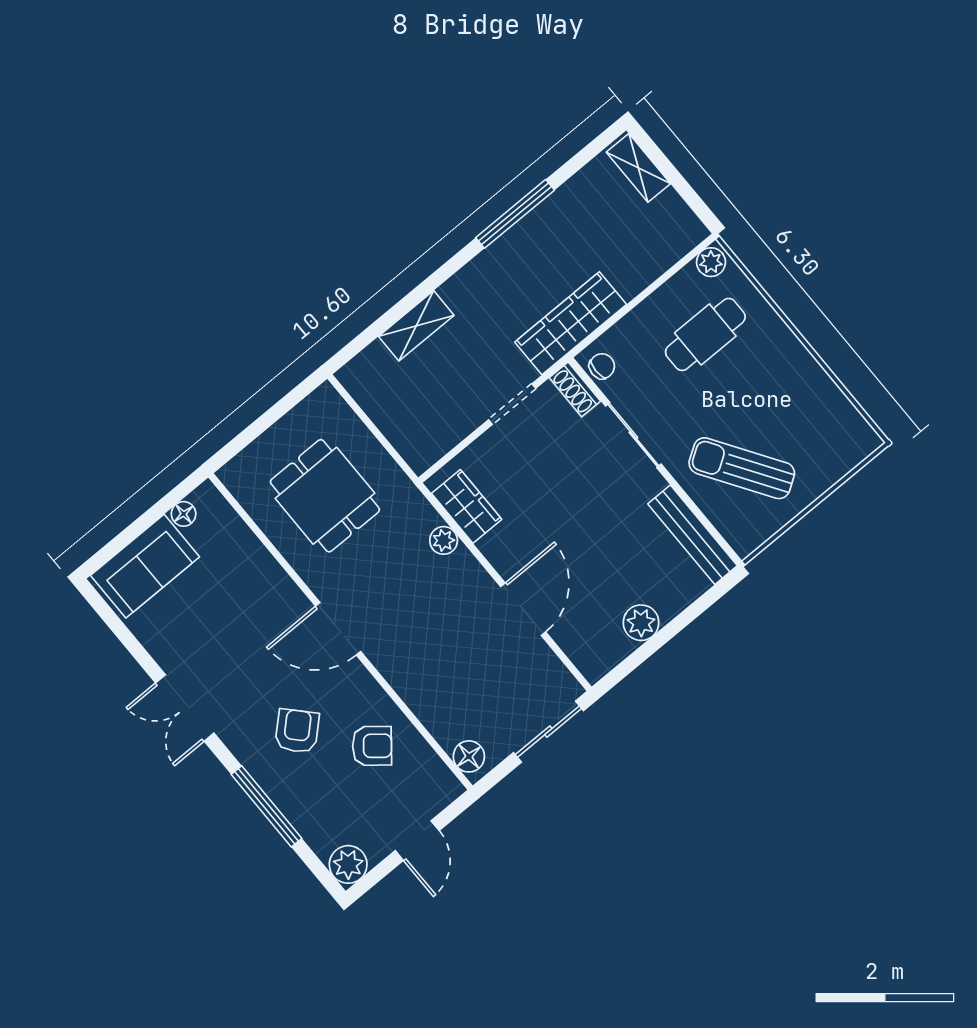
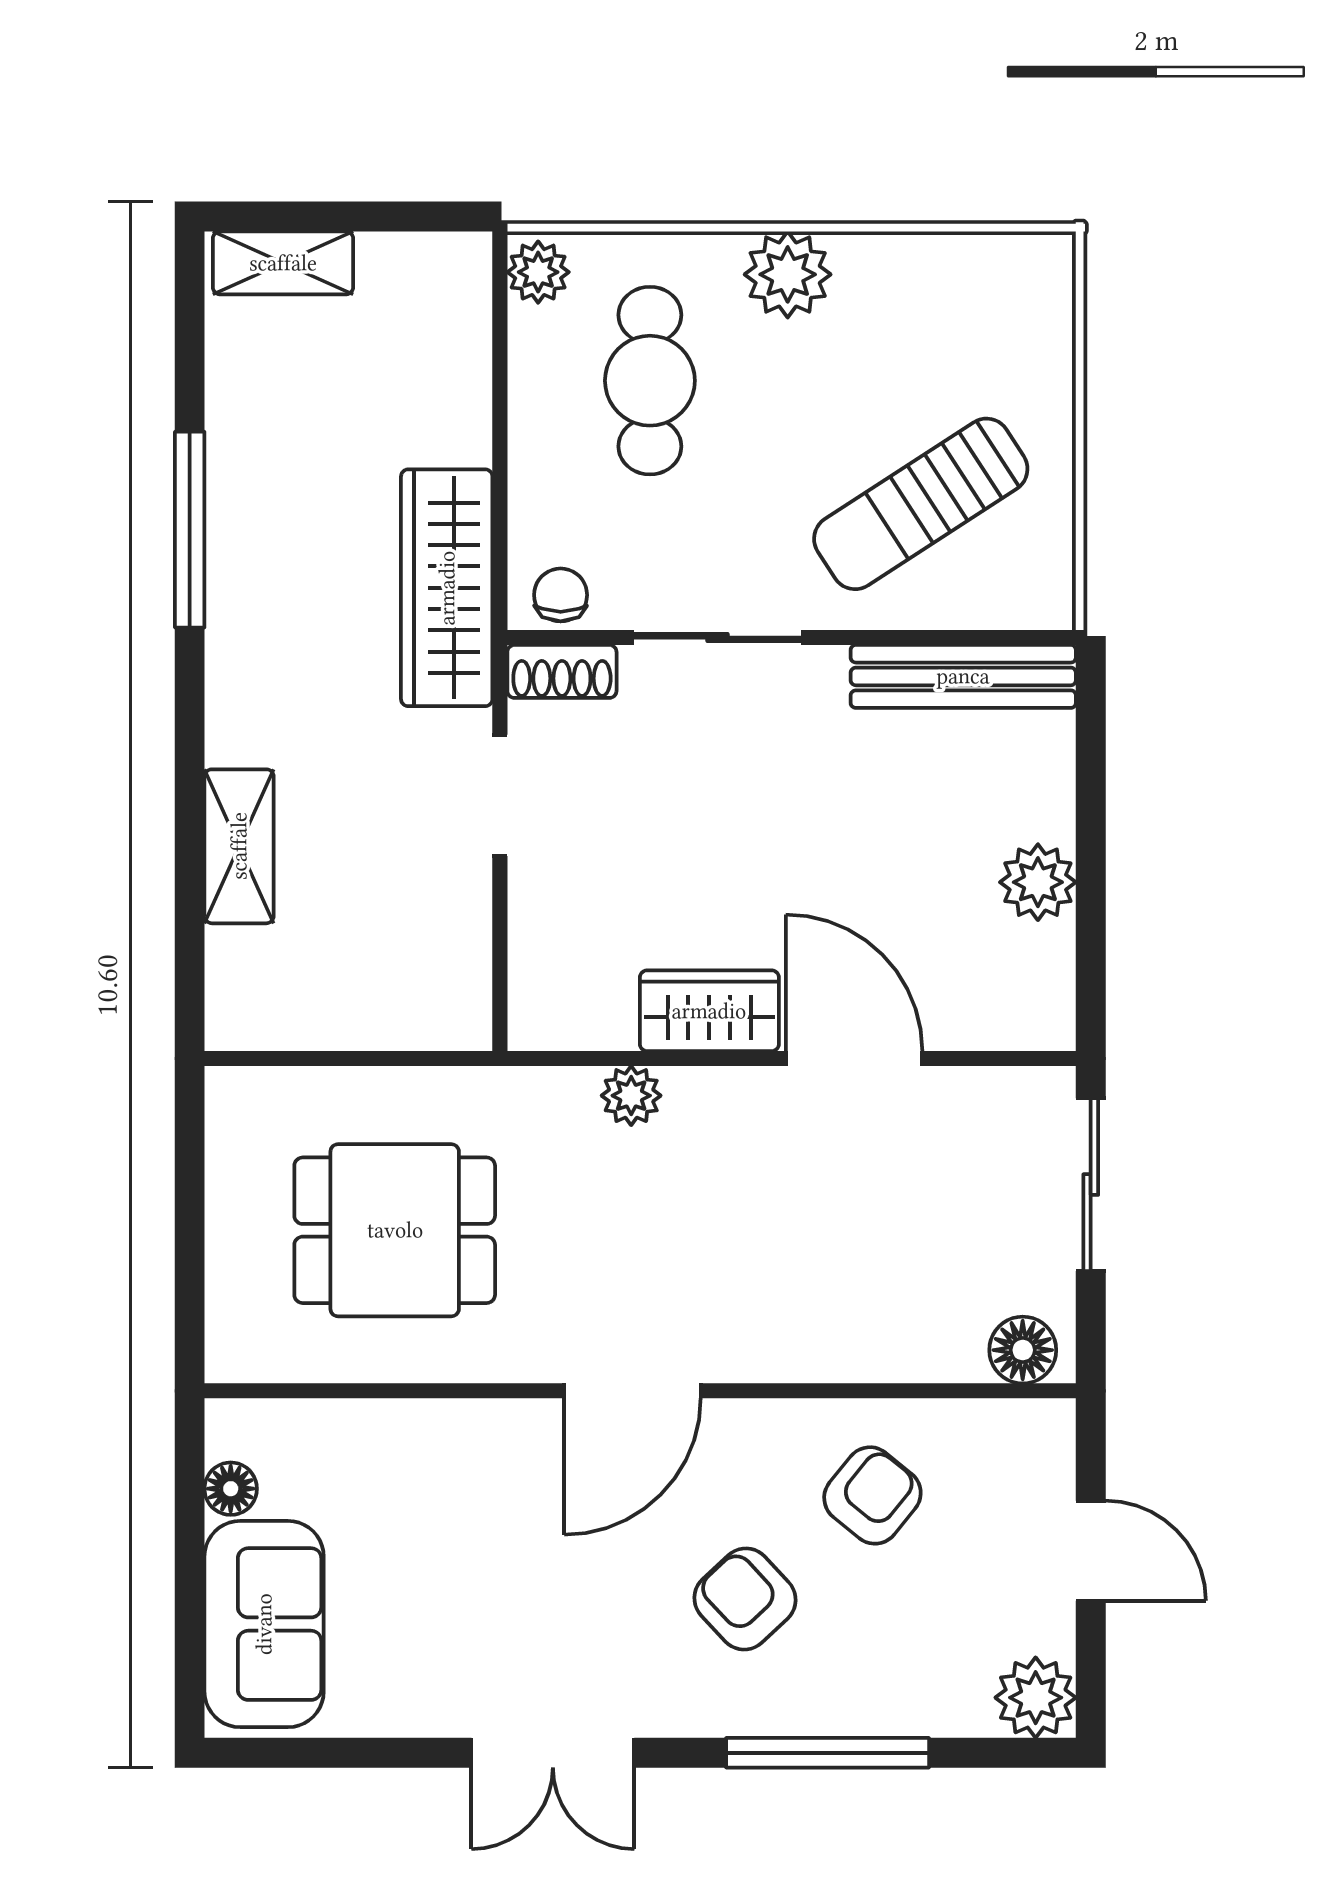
plant: (784, 352) -> (788, 274), added
wardrobe: (467, 506) -> (709, 1011), moved

